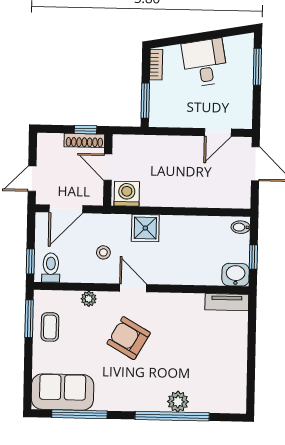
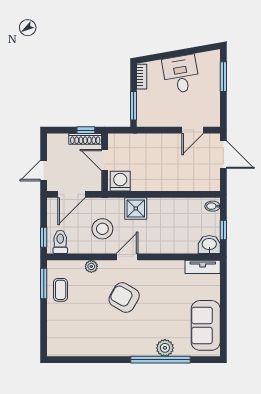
stool: (103, 252) -> (102, 229), width x1.89, depth x1.89
door: (133, 288) -> (127, 257), hinge flipped
sofa: (63, 392) -> (206, 325), moved, turned -90
window: (79, 414) -> (86, 360), removed

